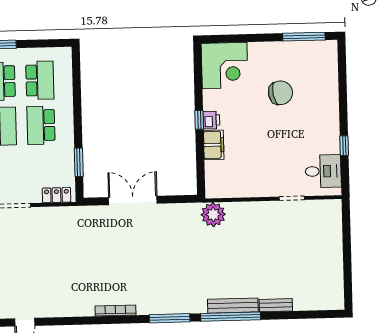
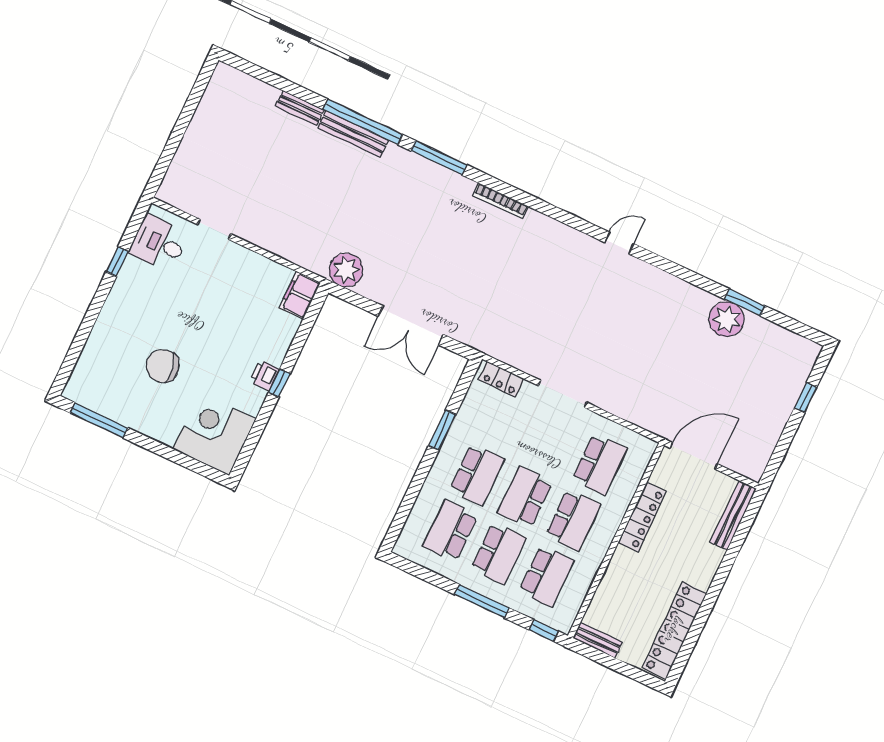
filing cabinet: (214, 145) -> (300, 295), moved
window: (79, 162) -> (442, 430), moved
plant: (213, 215) -> (346, 270), moved

